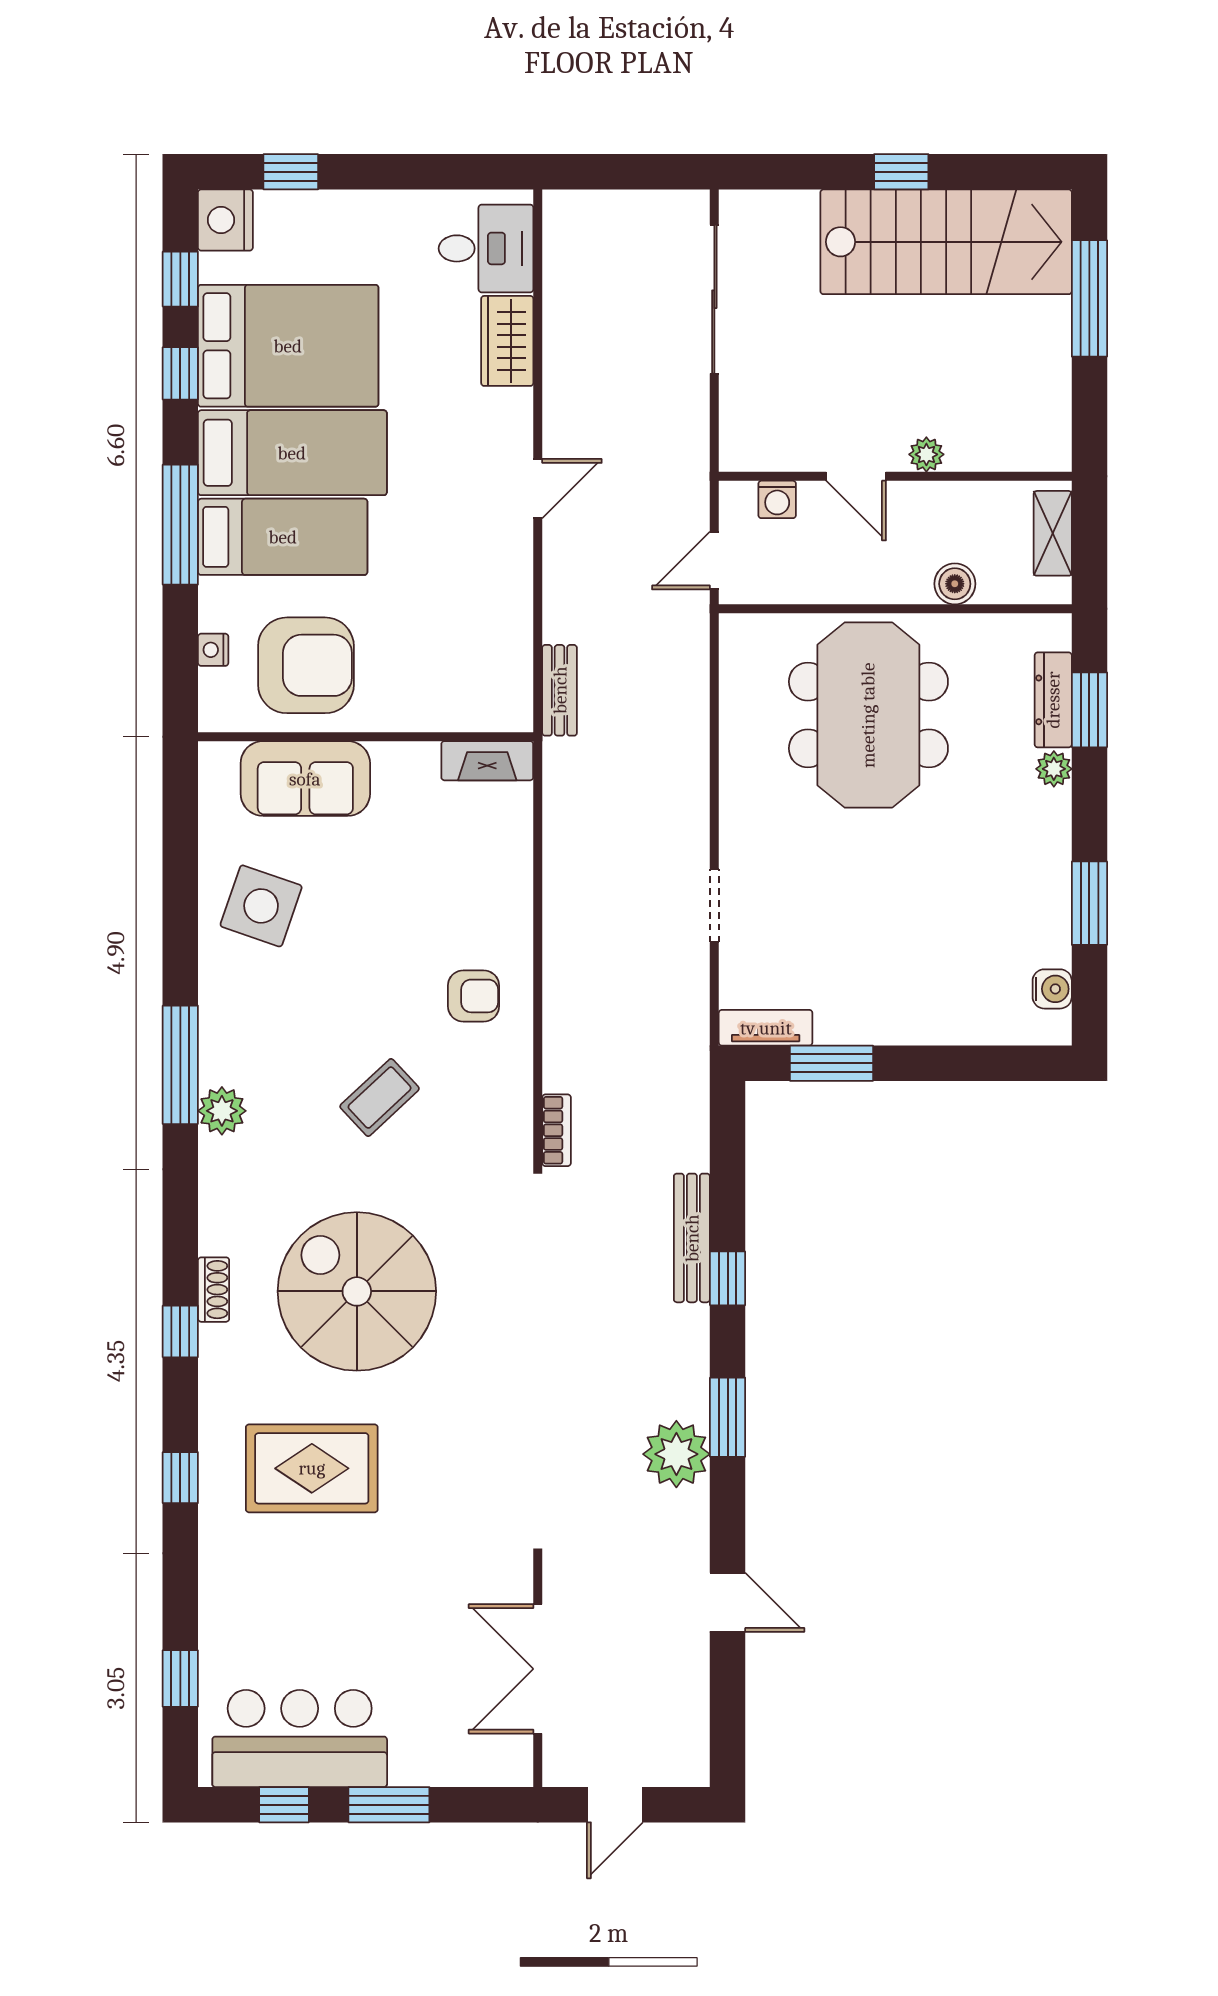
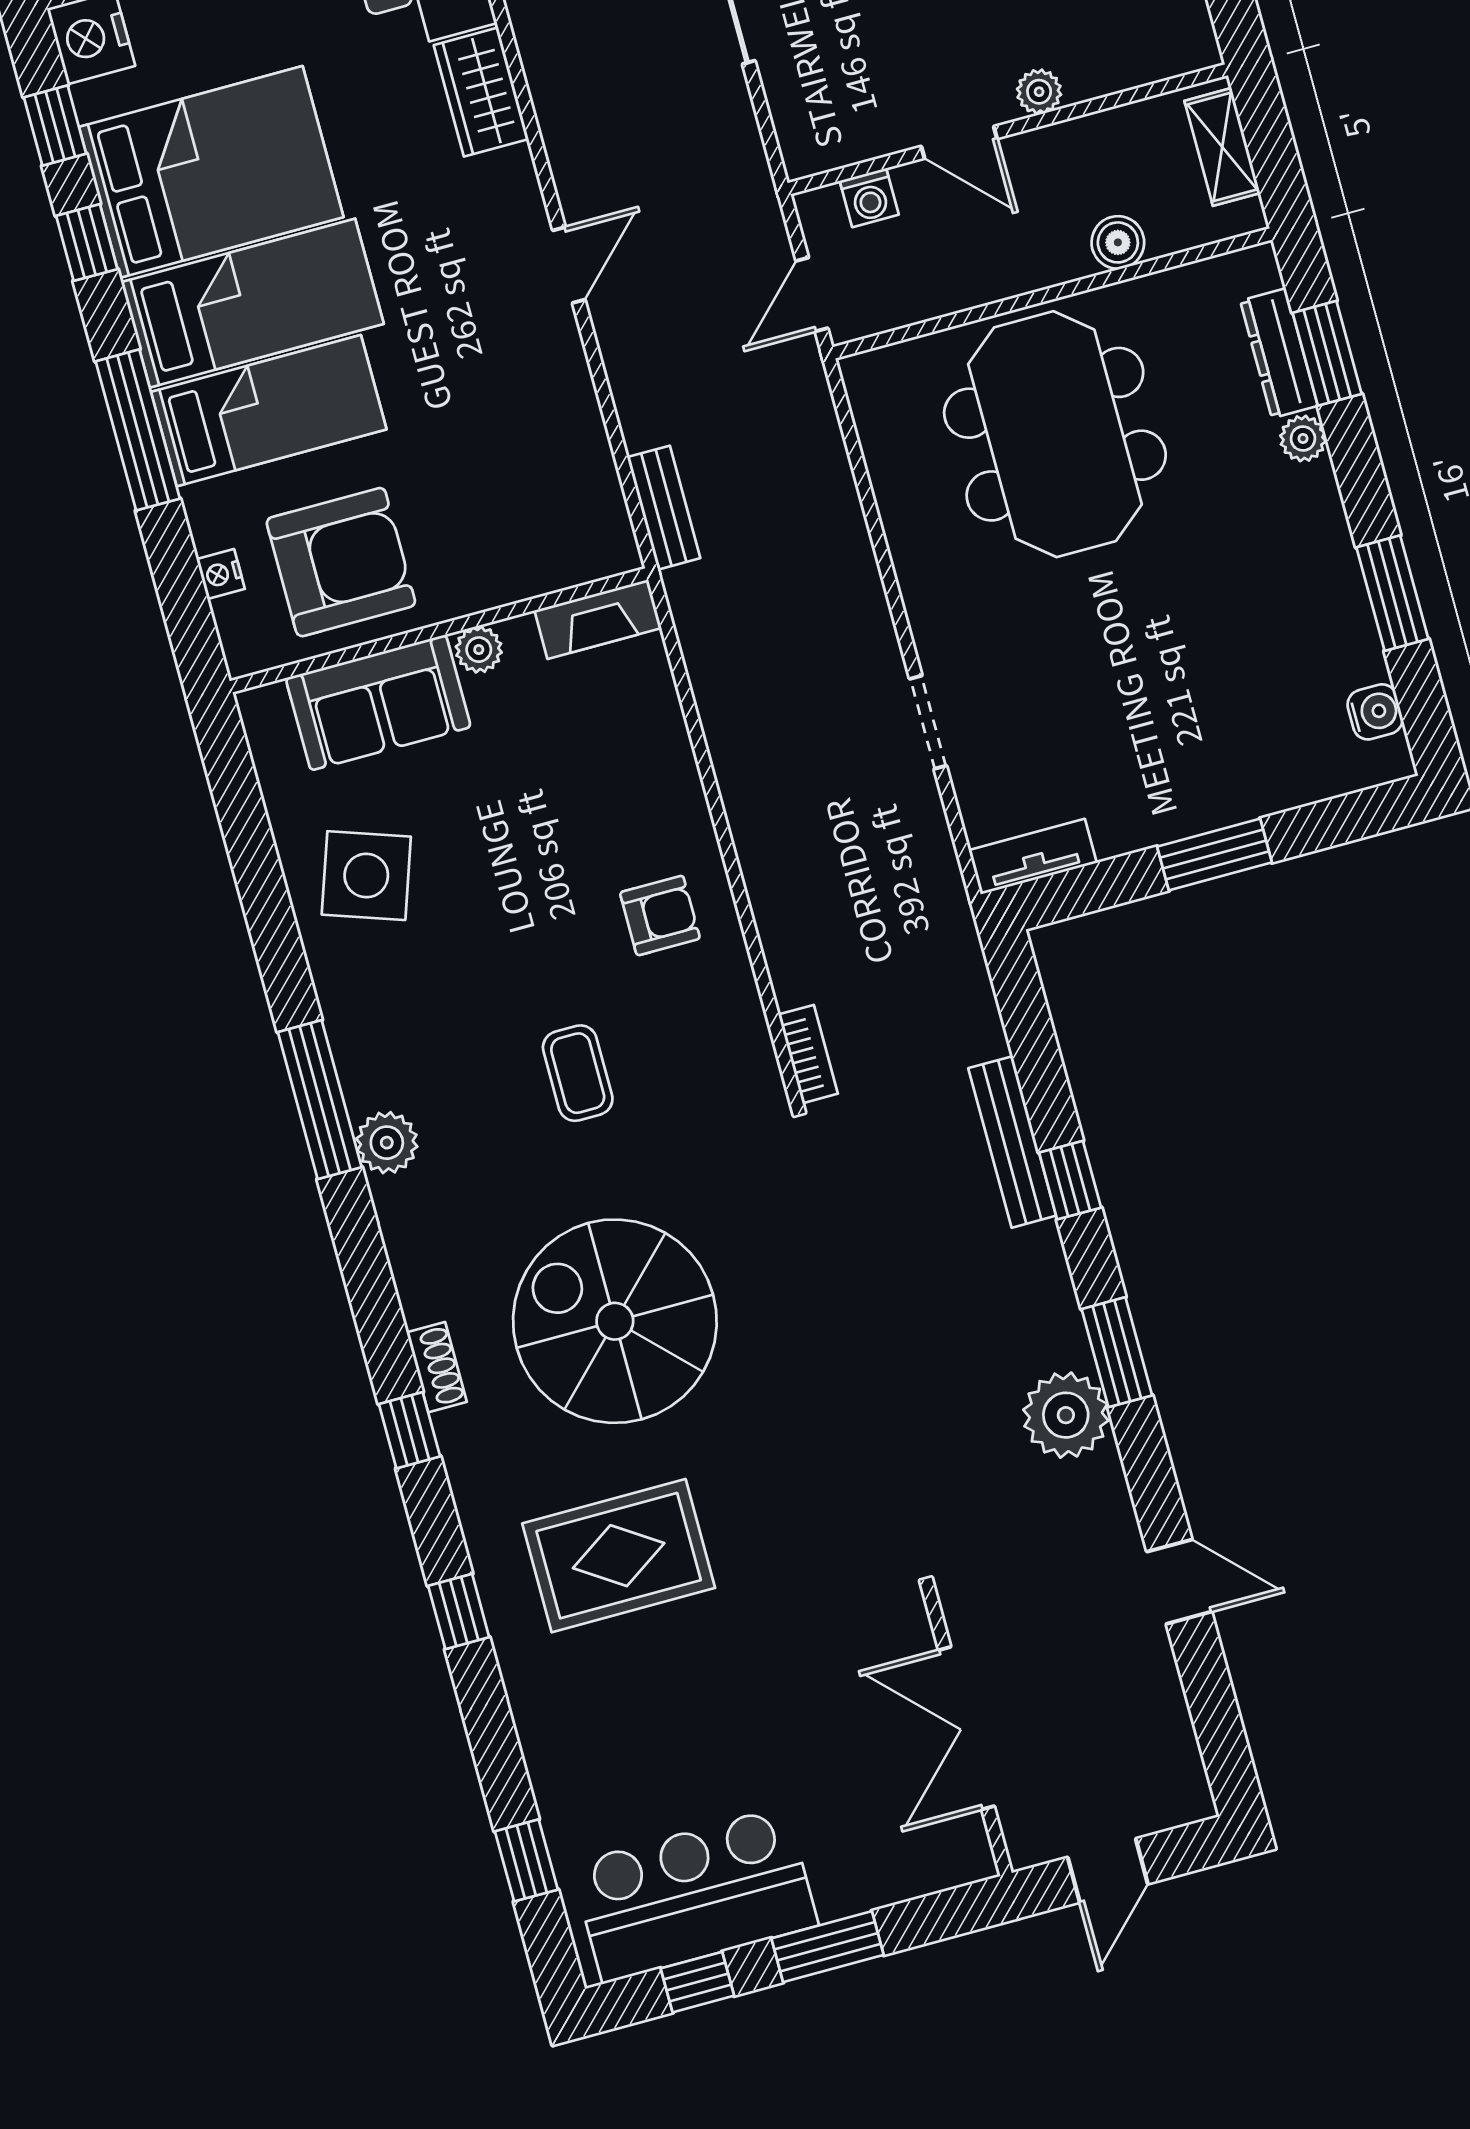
plant: (392, 759) -> (479, 650), added
window: (831, 1063) -> (1214, 854), moved
coffee table: (380, 1098) -> (578, 1073), turned -47

